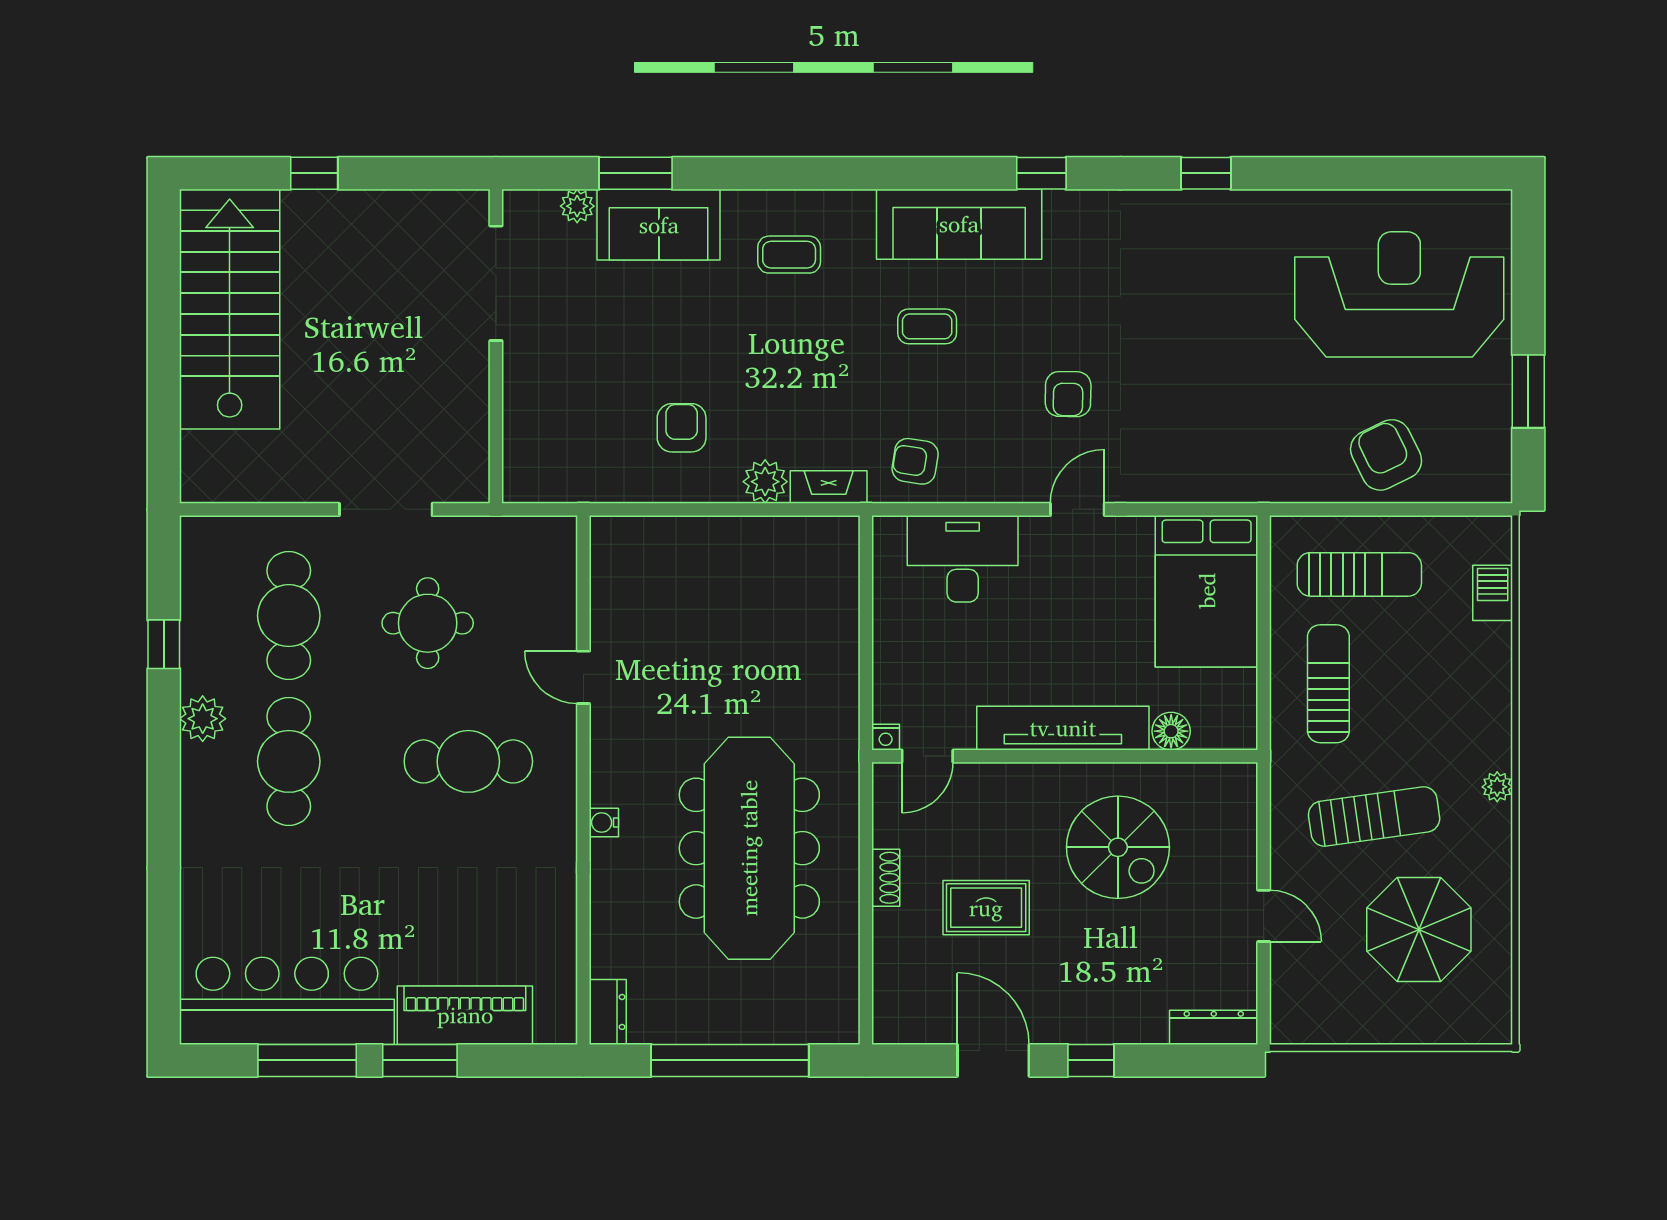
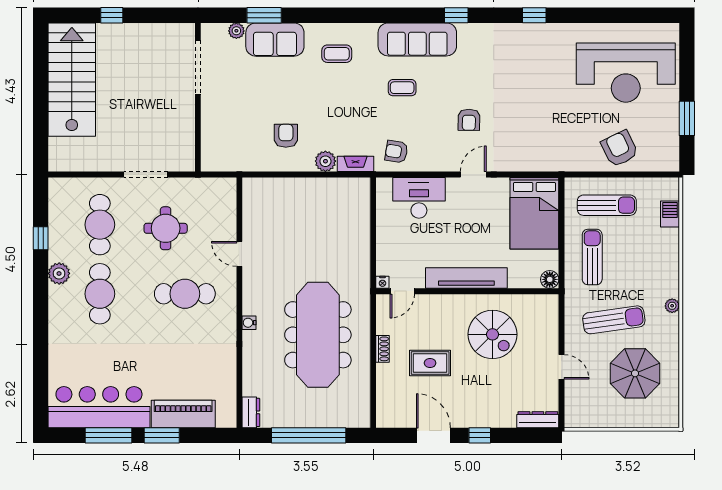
reception desk: (1399, 294) -> (626, 73), turned 180
floor lamp: (1171, 731) -> (550, 279), moved

